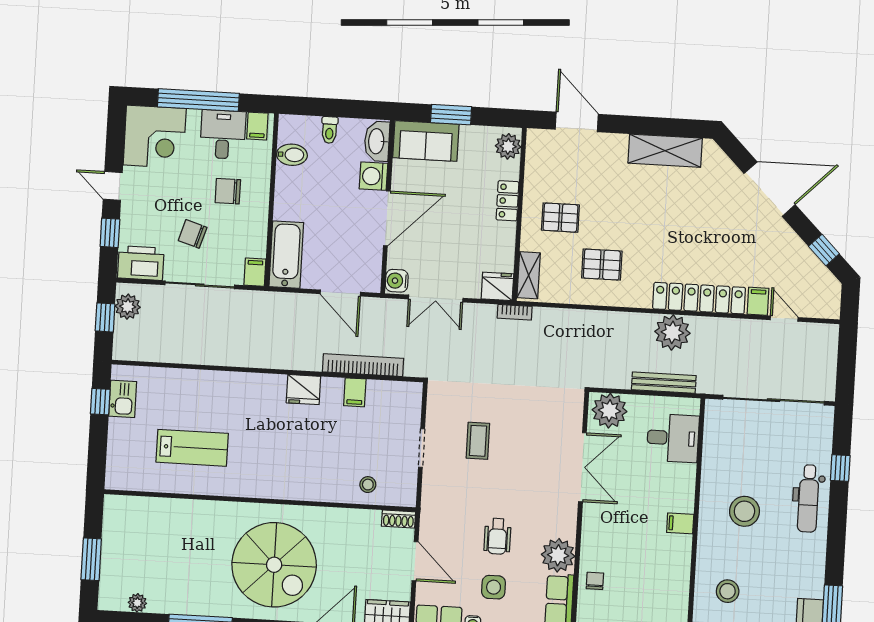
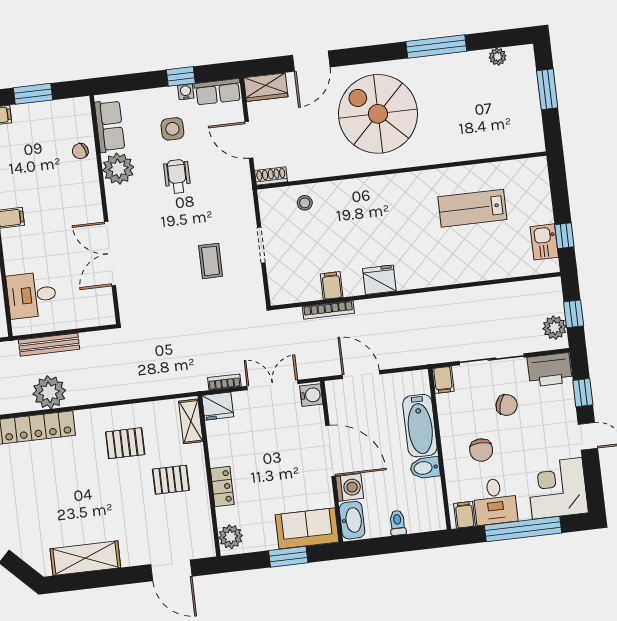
bidet: (292, 155) -> (425, 468), moved
chair: (228, 191) -> (481, 450), turned 89
door: (387, 218) -> (330, 451), swing flipped
bathtub: (286, 255) -> (420, 426), moved
bookcase: (515, 312) -> (224, 382), moved
bookcase: (363, 365) -> (328, 310), width x0.68, depth x0.76
plant: (609, 411) -> (94, 310), removed
chair: (595, 581) -> (80, 151), turned 69

